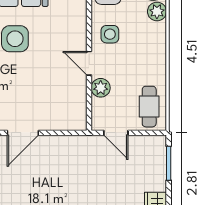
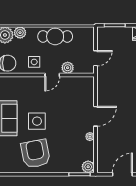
cafe table: (149, 107) -> (55, 36), moved, width x1.37, depth x1.35
door: (23, 133) -> (96, 116), hinge flipped

